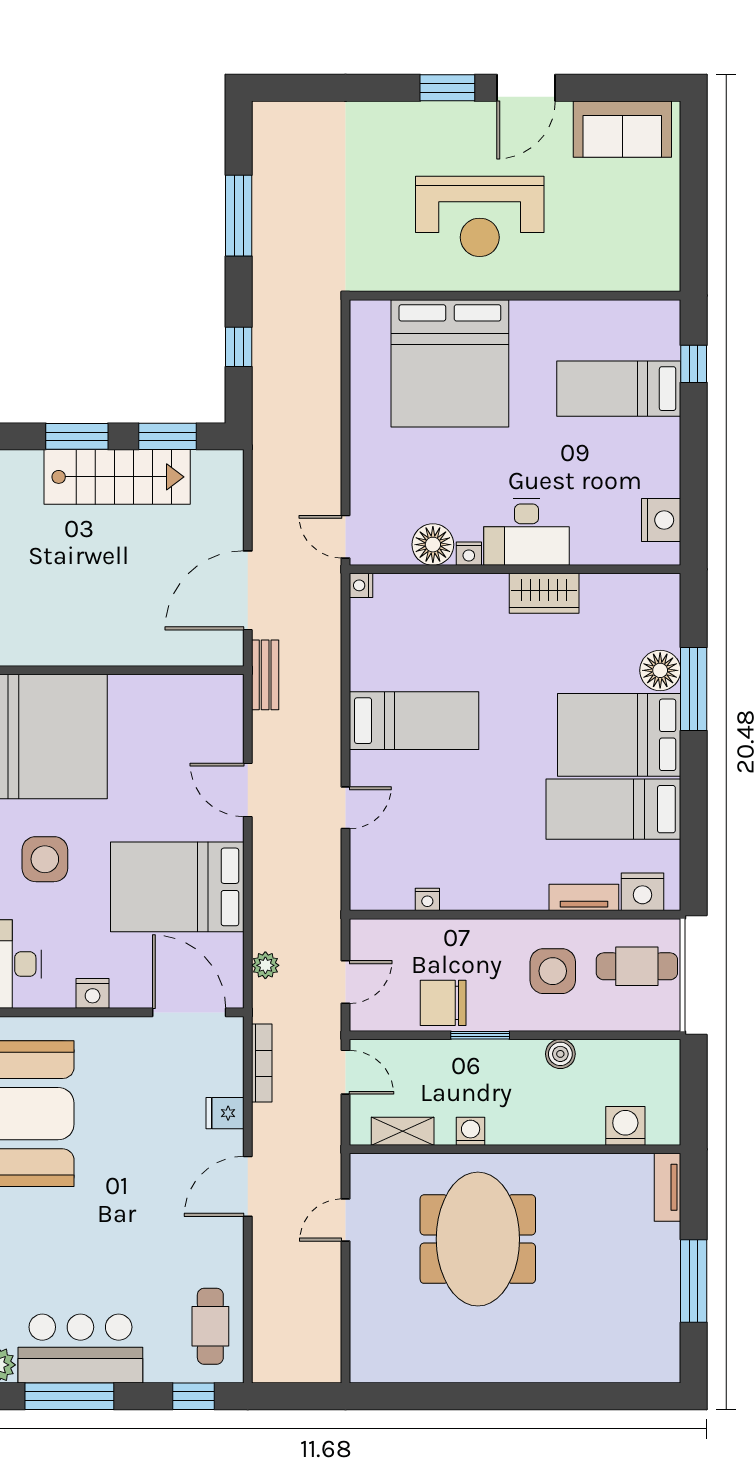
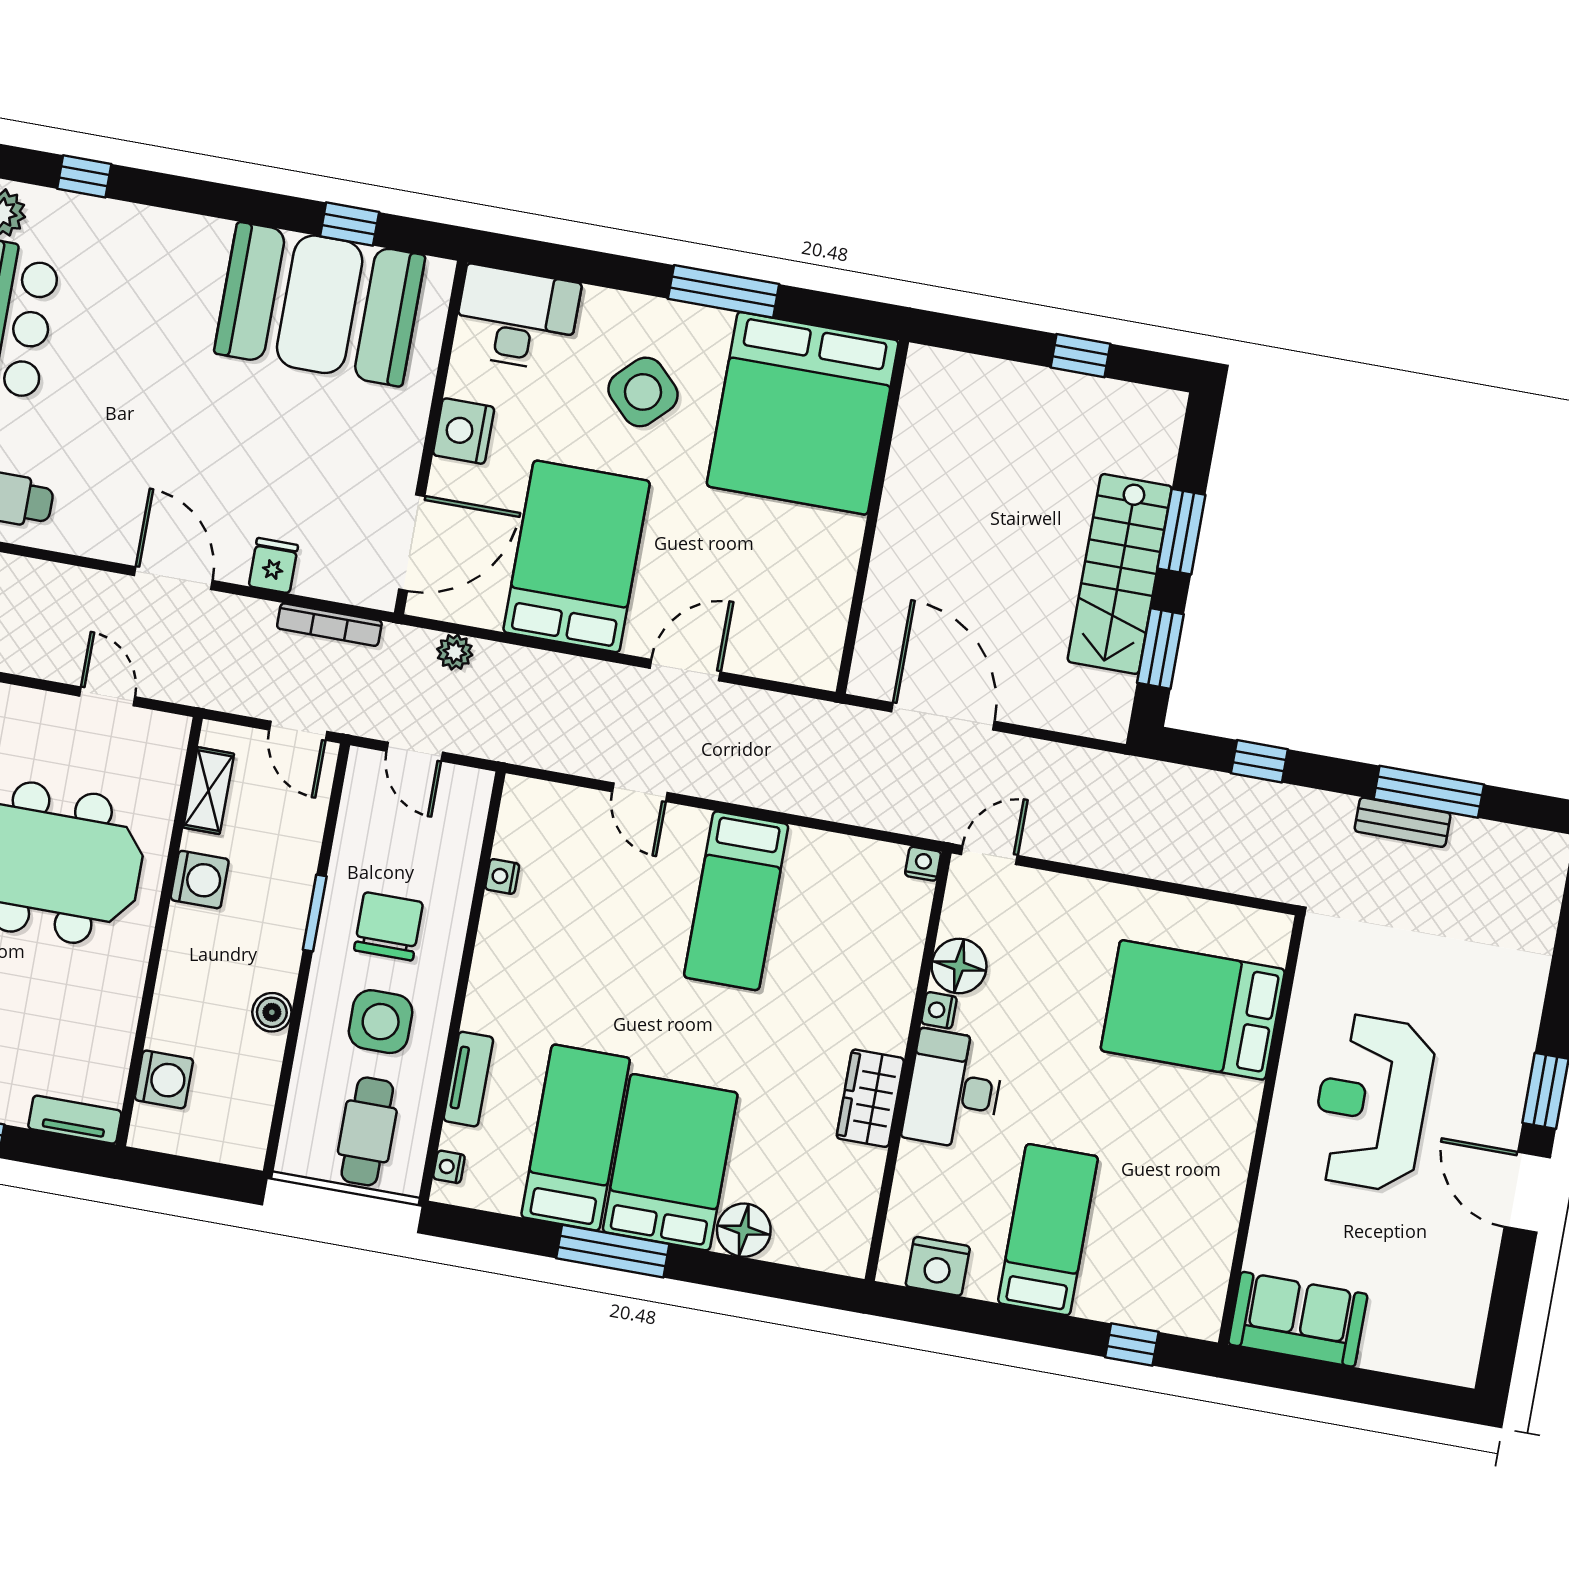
sofa: (622, 129) -> (1298, 1319), moved, turned 90
bed: (450, 363) -> (1193, 1010), width x0.73
bed: (619, 389) -> (1048, 1230), moved
bench: (265, 675) -> (1403, 822), moved
window: (694, 689) -> (613, 1251), moved
side table: (45, 859) -> (643, 392), turned 45
nightstand: (642, 892) -> (449, 1167), width x0.53, depth x0.56
nightstand: (93, 993) -> (464, 431), width x1.36, depth x1.33
chair: (443, 1003) -> (388, 926), moved
door: (346, 1072) -> (298, 731), hinge flipped
washing machine: (471, 1131) -> (200, 880), width x1.38, depth x1.38

